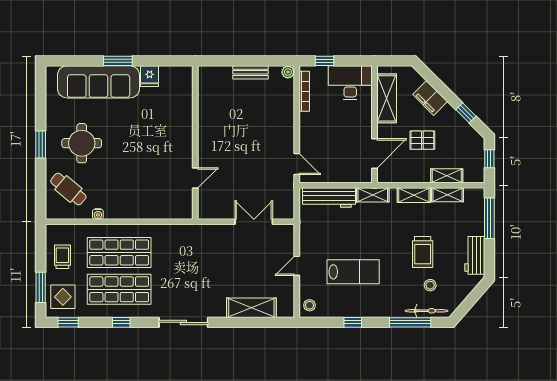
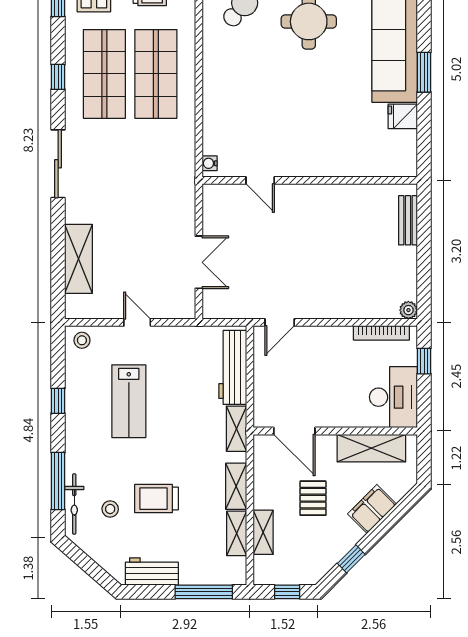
bench: (250, 72) -> (408, 220), moved
water cooler: (98, 214) -> (210, 163), moved

